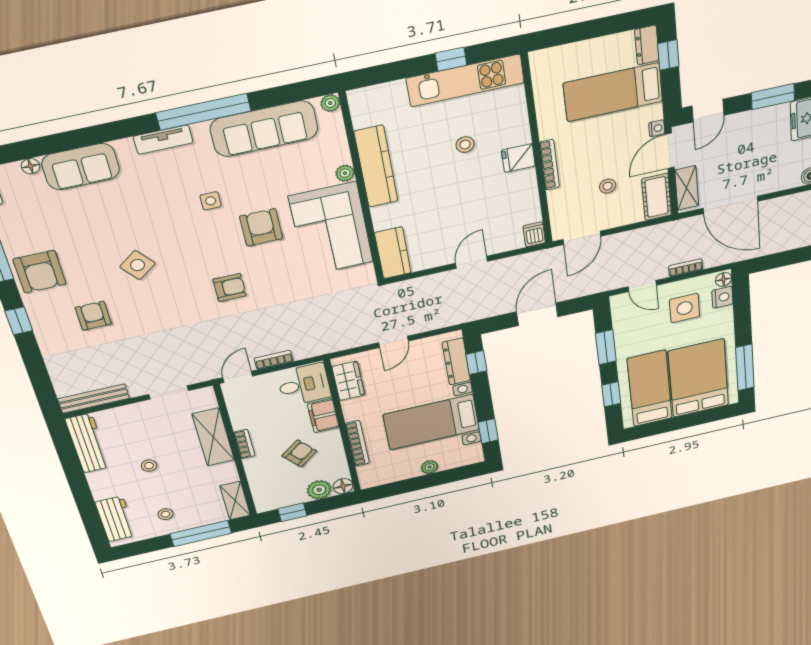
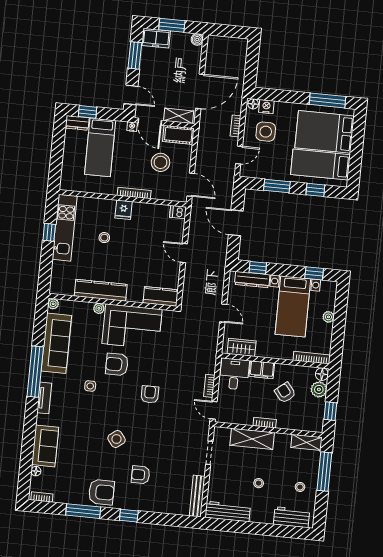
stool: (608, 186) -> (161, 162), width x1.89, depth x1.89
bookcase: (357, 443) -> (312, 358), moved

